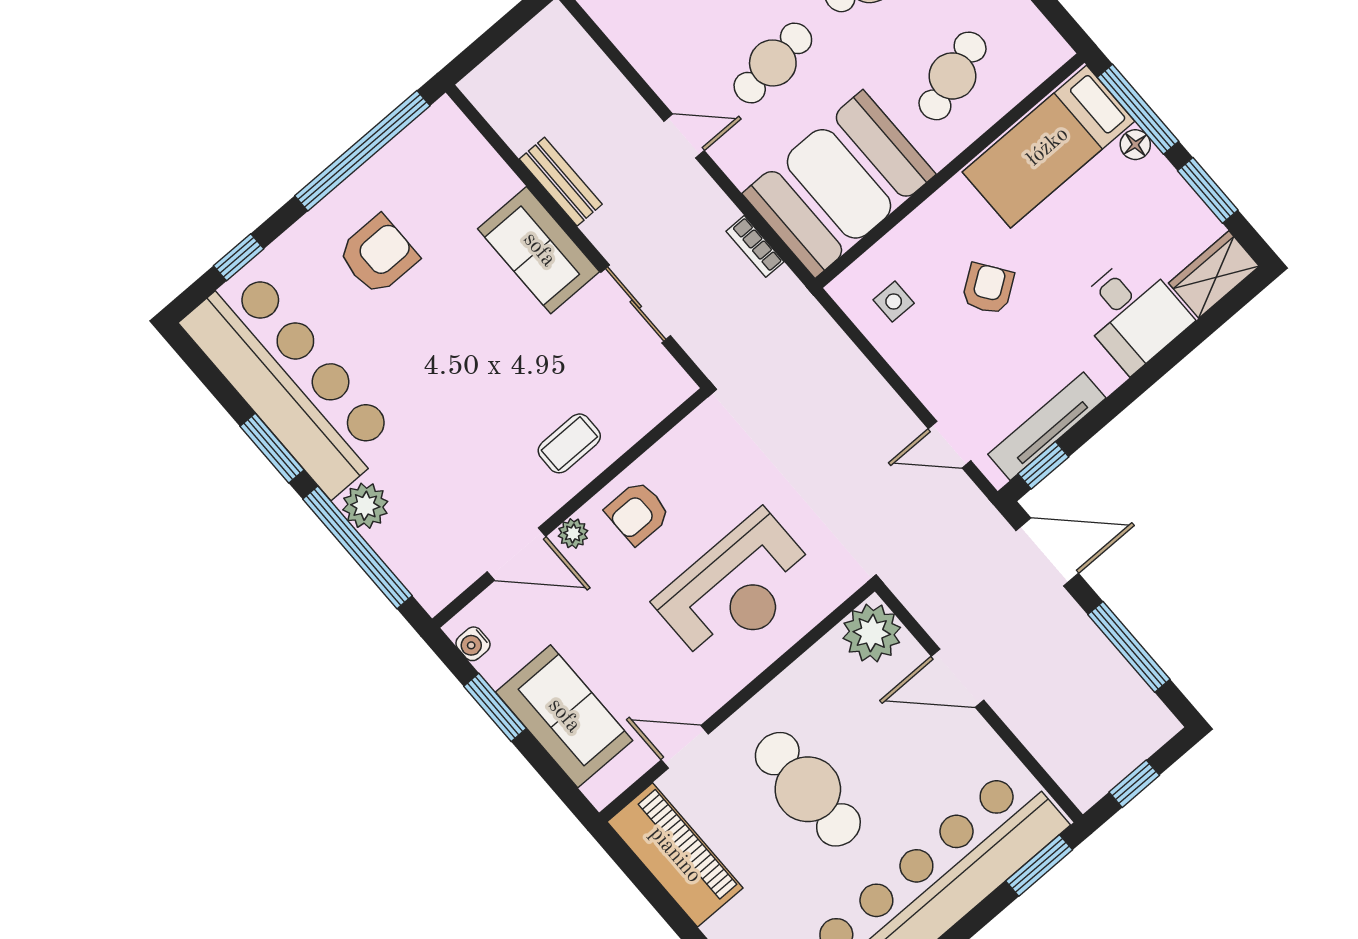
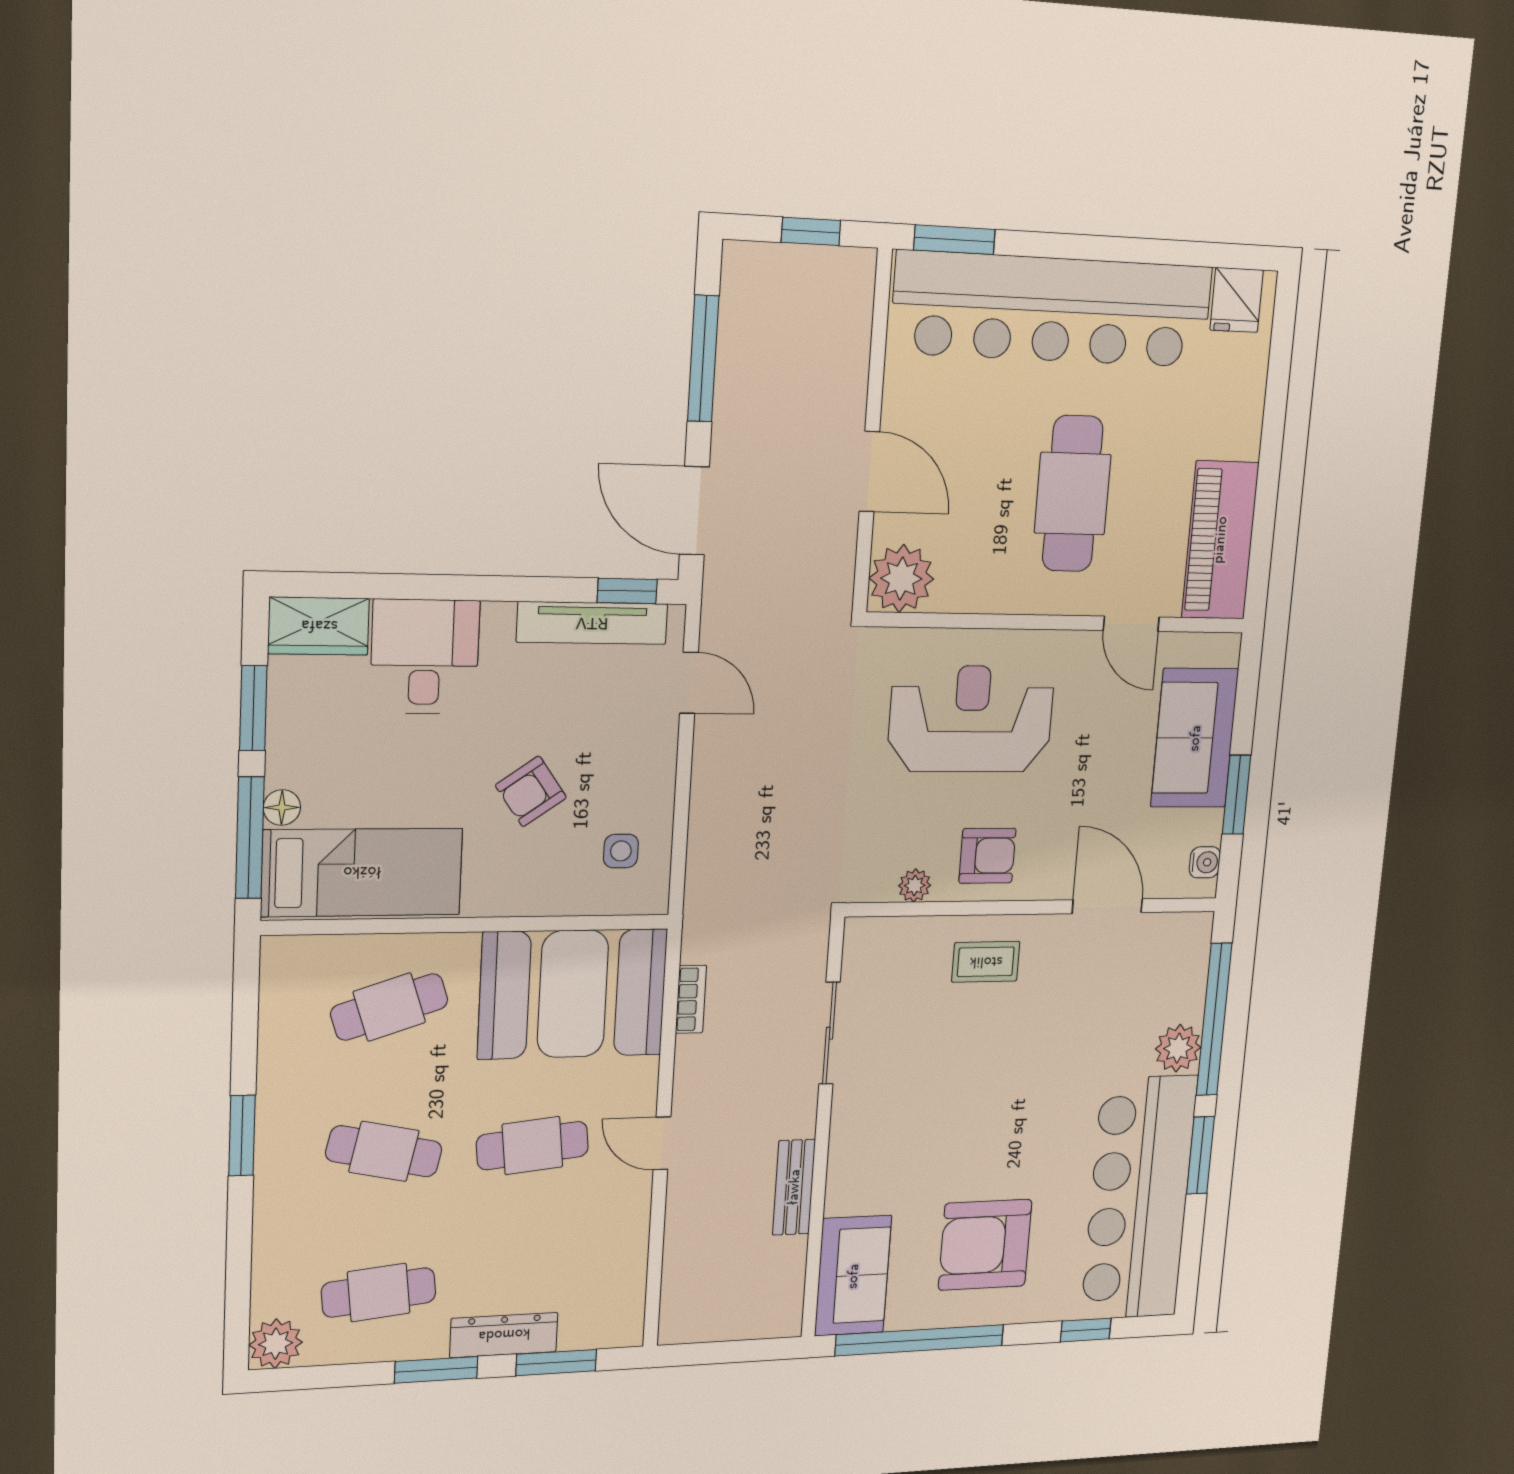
sofa: (539, 250) -> (853, 1276), moved
armchair: (378, 255) -> (985, 1245), width x1.36, depth x1.36
plant: (573, 533) -> (915, 886), moved

